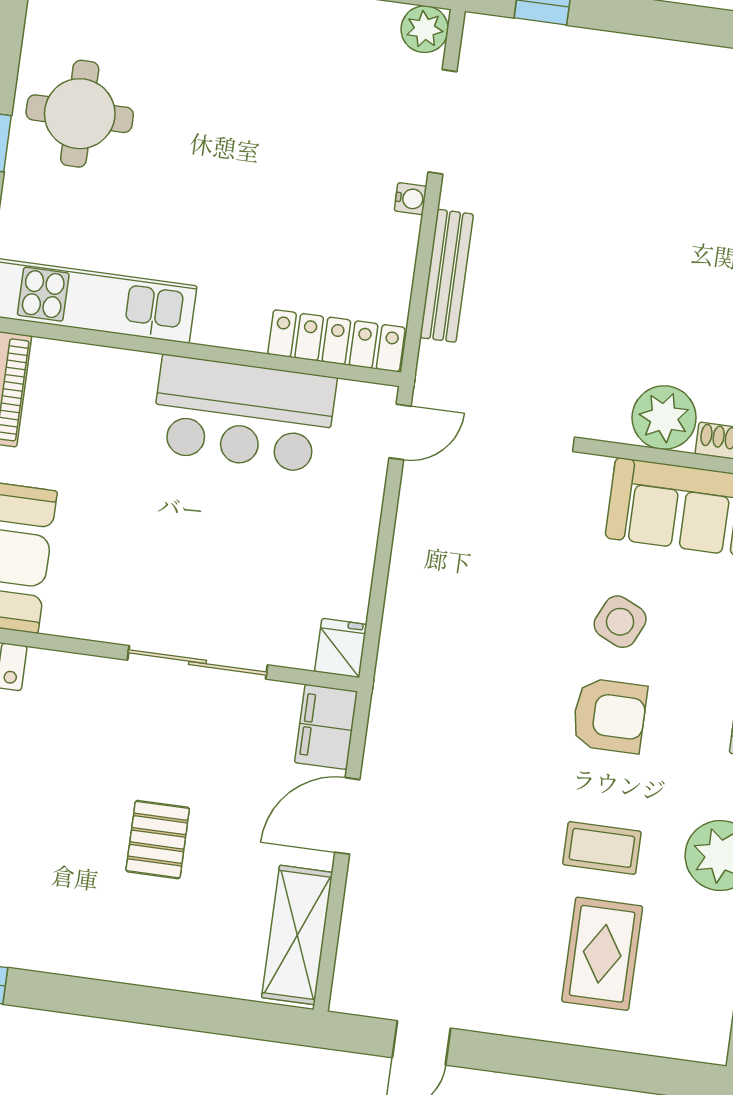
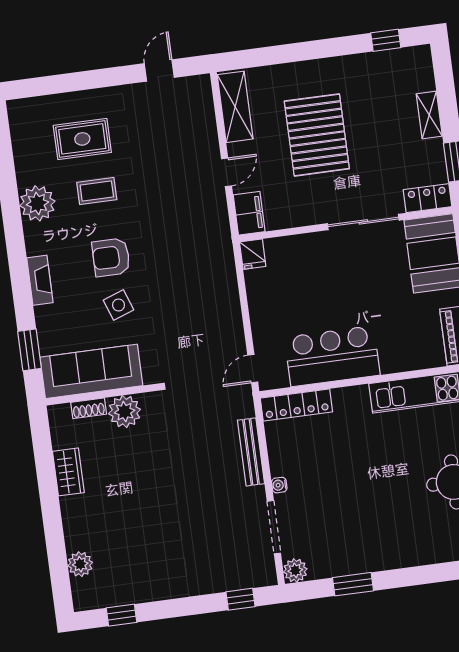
side table: (620, 622) -> (119, 305), turned 45
sliding door: (198, 662) -> (363, 222), moved
door: (347, 816) -> (227, 172), width x0.73
pallet: (158, 840) -> (317, 135), width x2.05, depth x2.00
rug: (602, 954) -> (82, 139), turned 90

